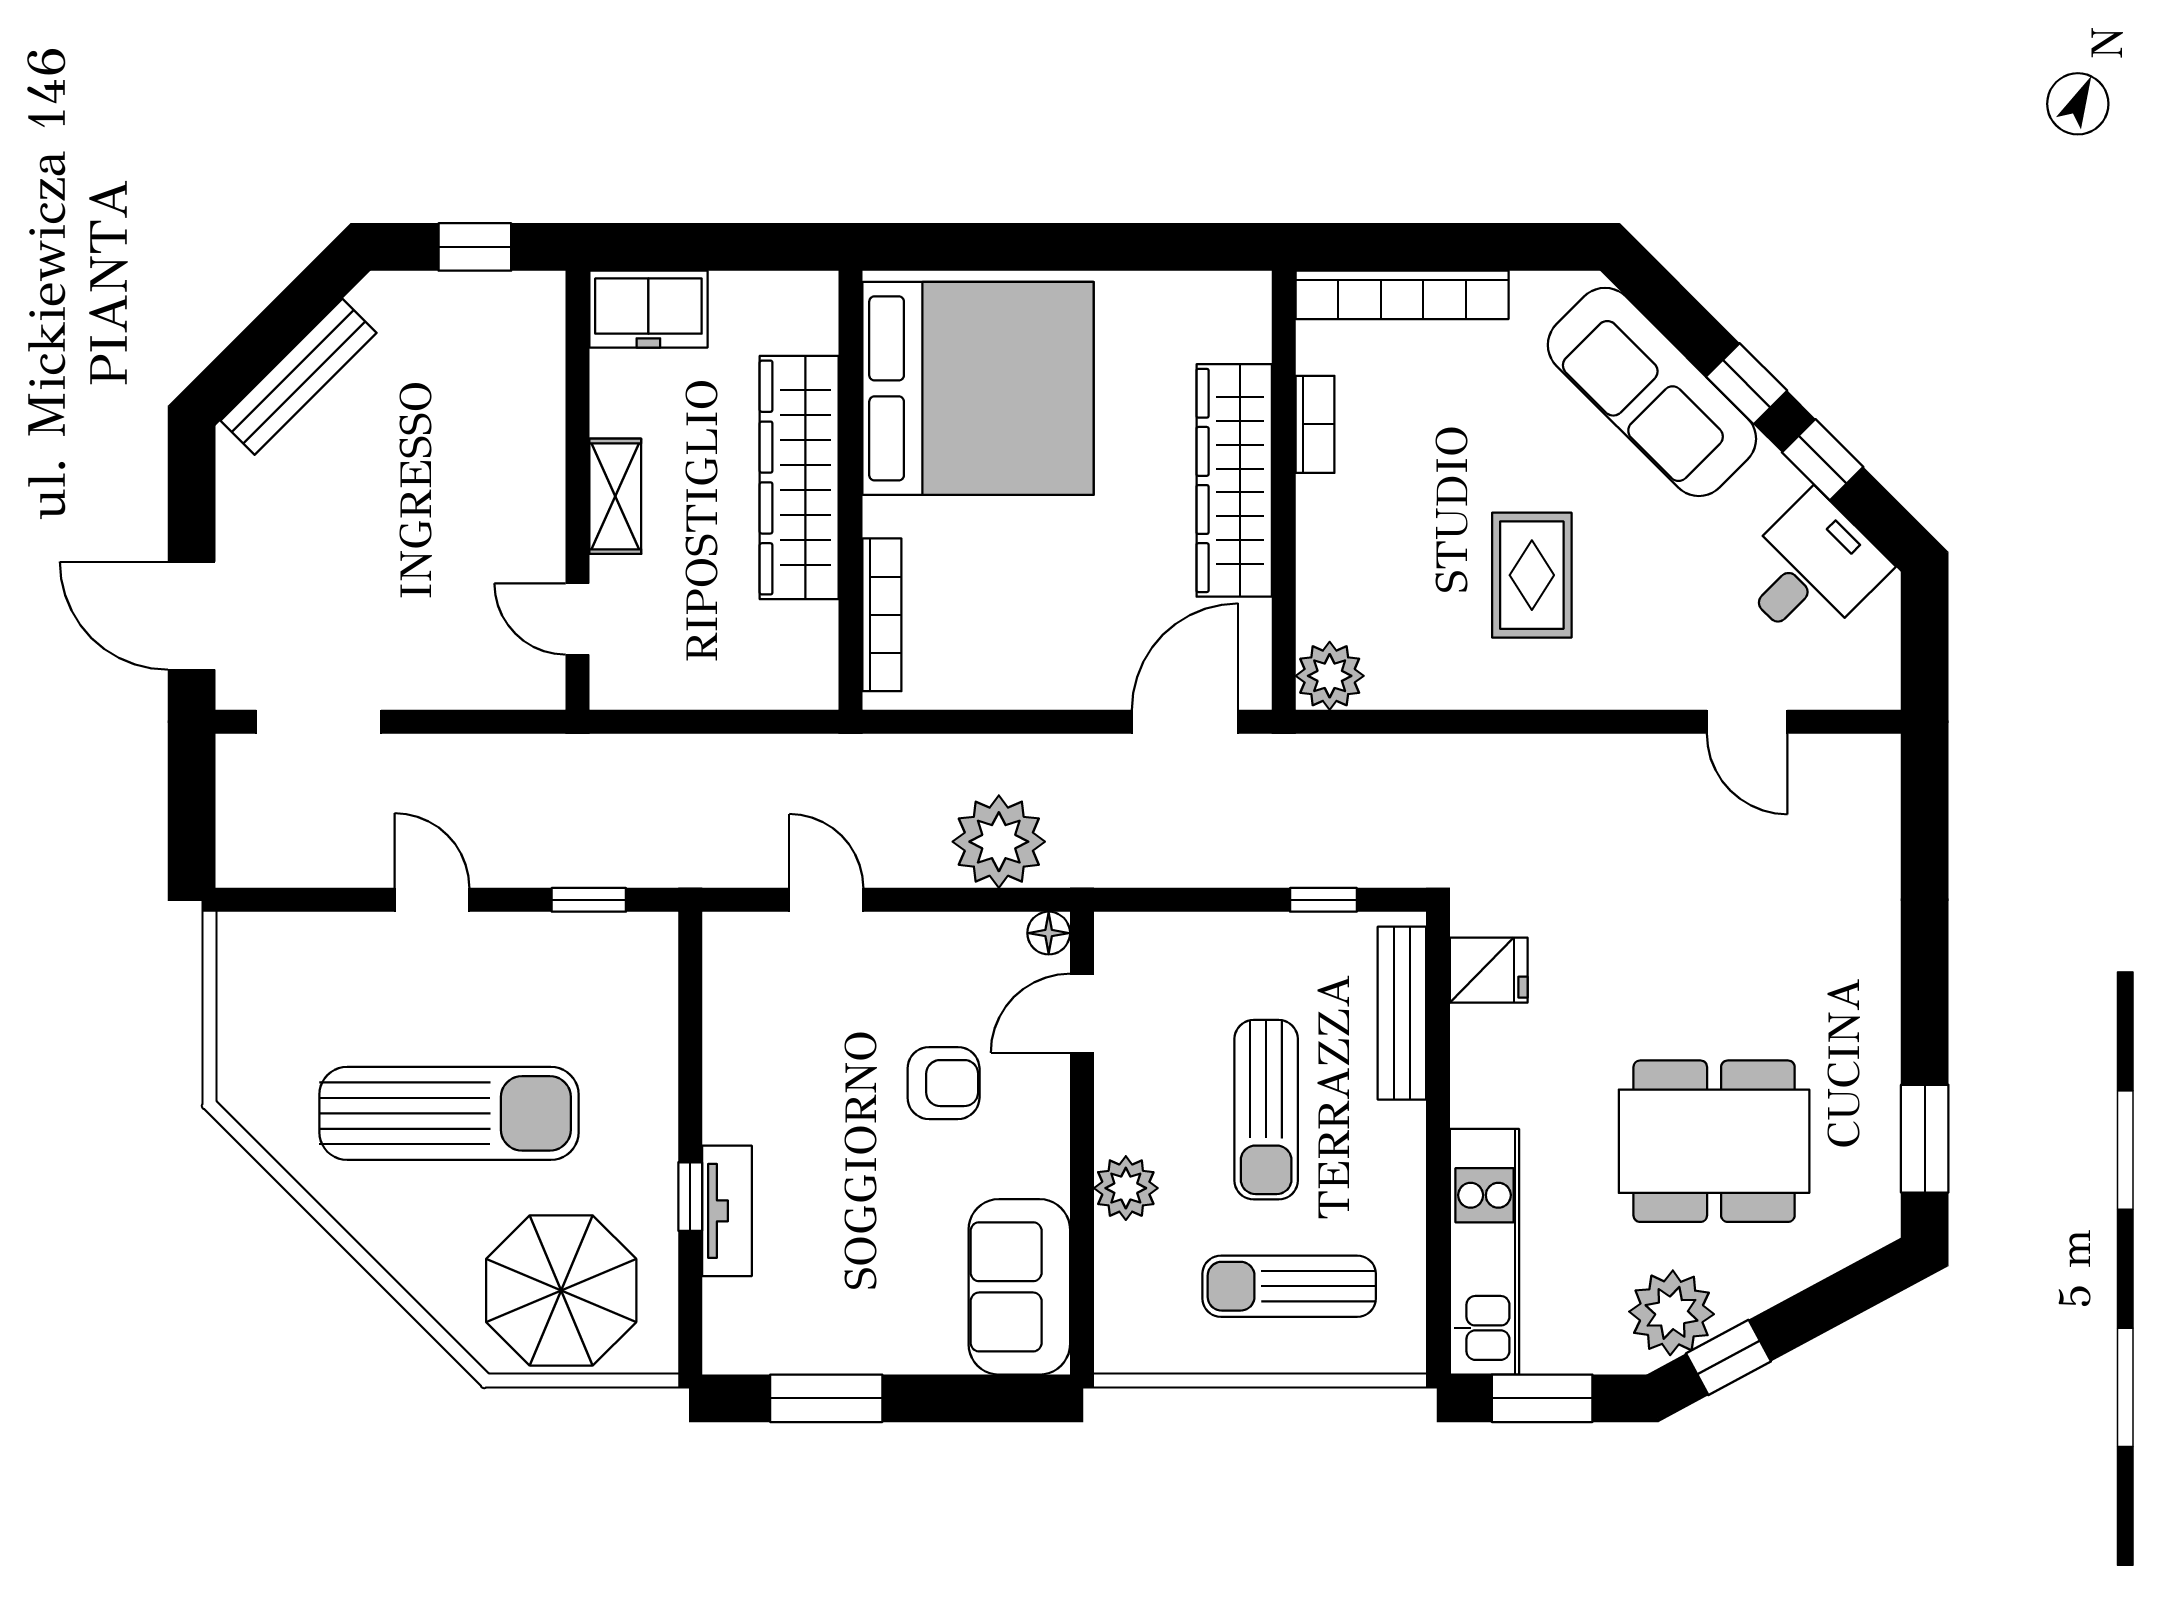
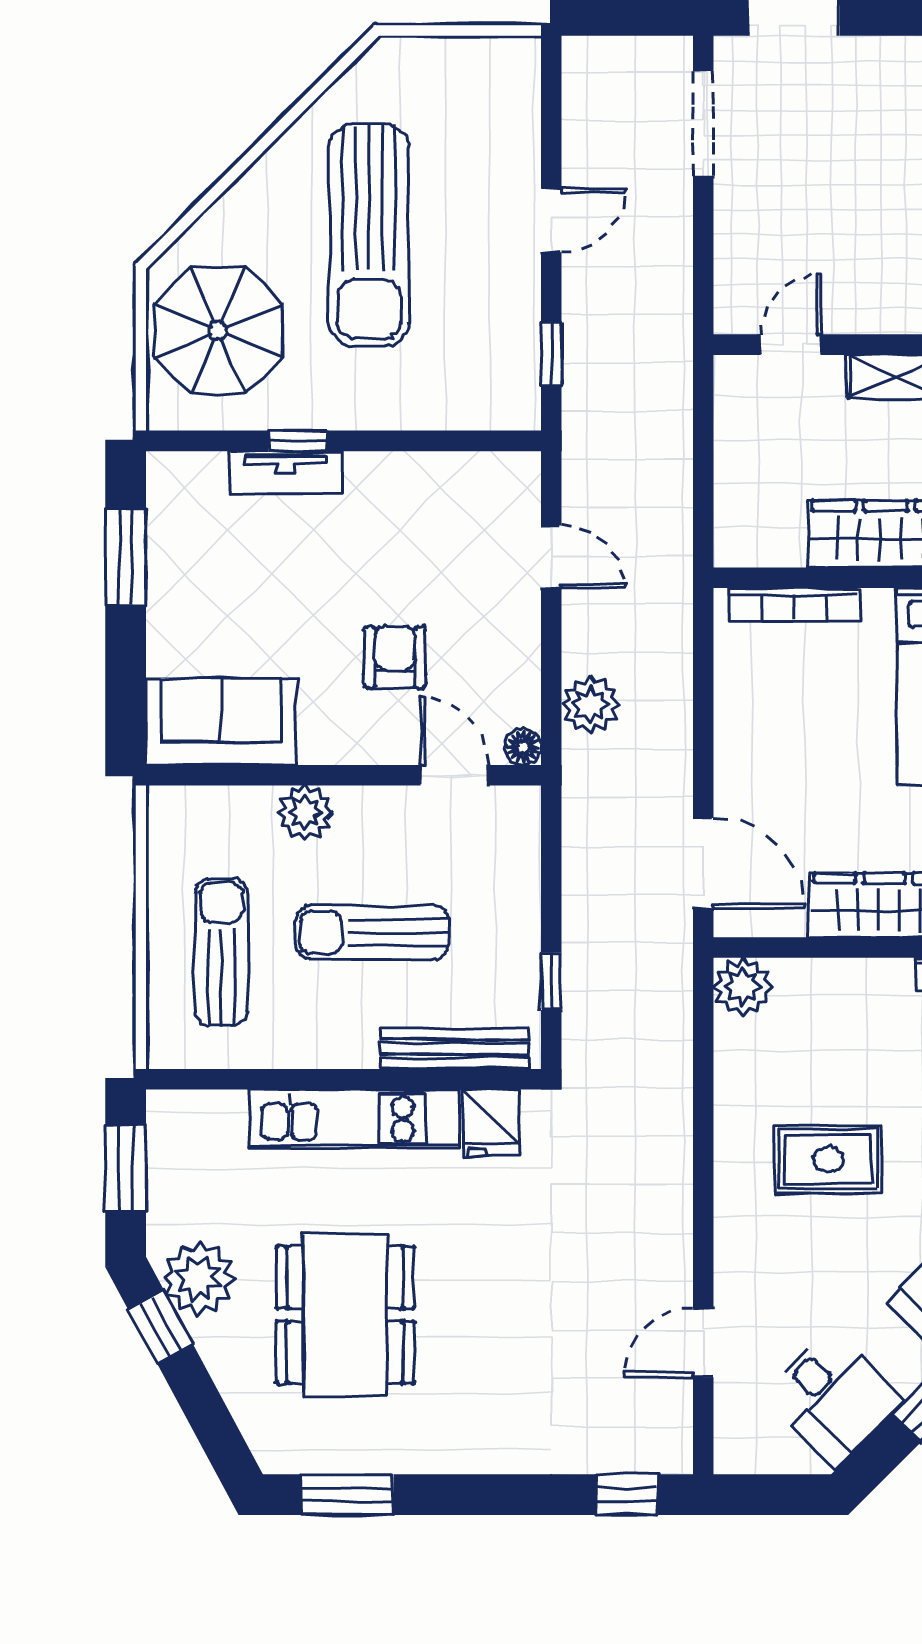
window: (1925, 812) -> (627, 1495), added
plant: (999, 842) -> (590, 704), width x0.73, depth x0.73
door: (826, 900) -> (551, 557), hinge flipped
armchair: (944, 1083) -> (395, 657), turned 180
kitchen unit: (1484, 1252) -> (354, 1119), moved

